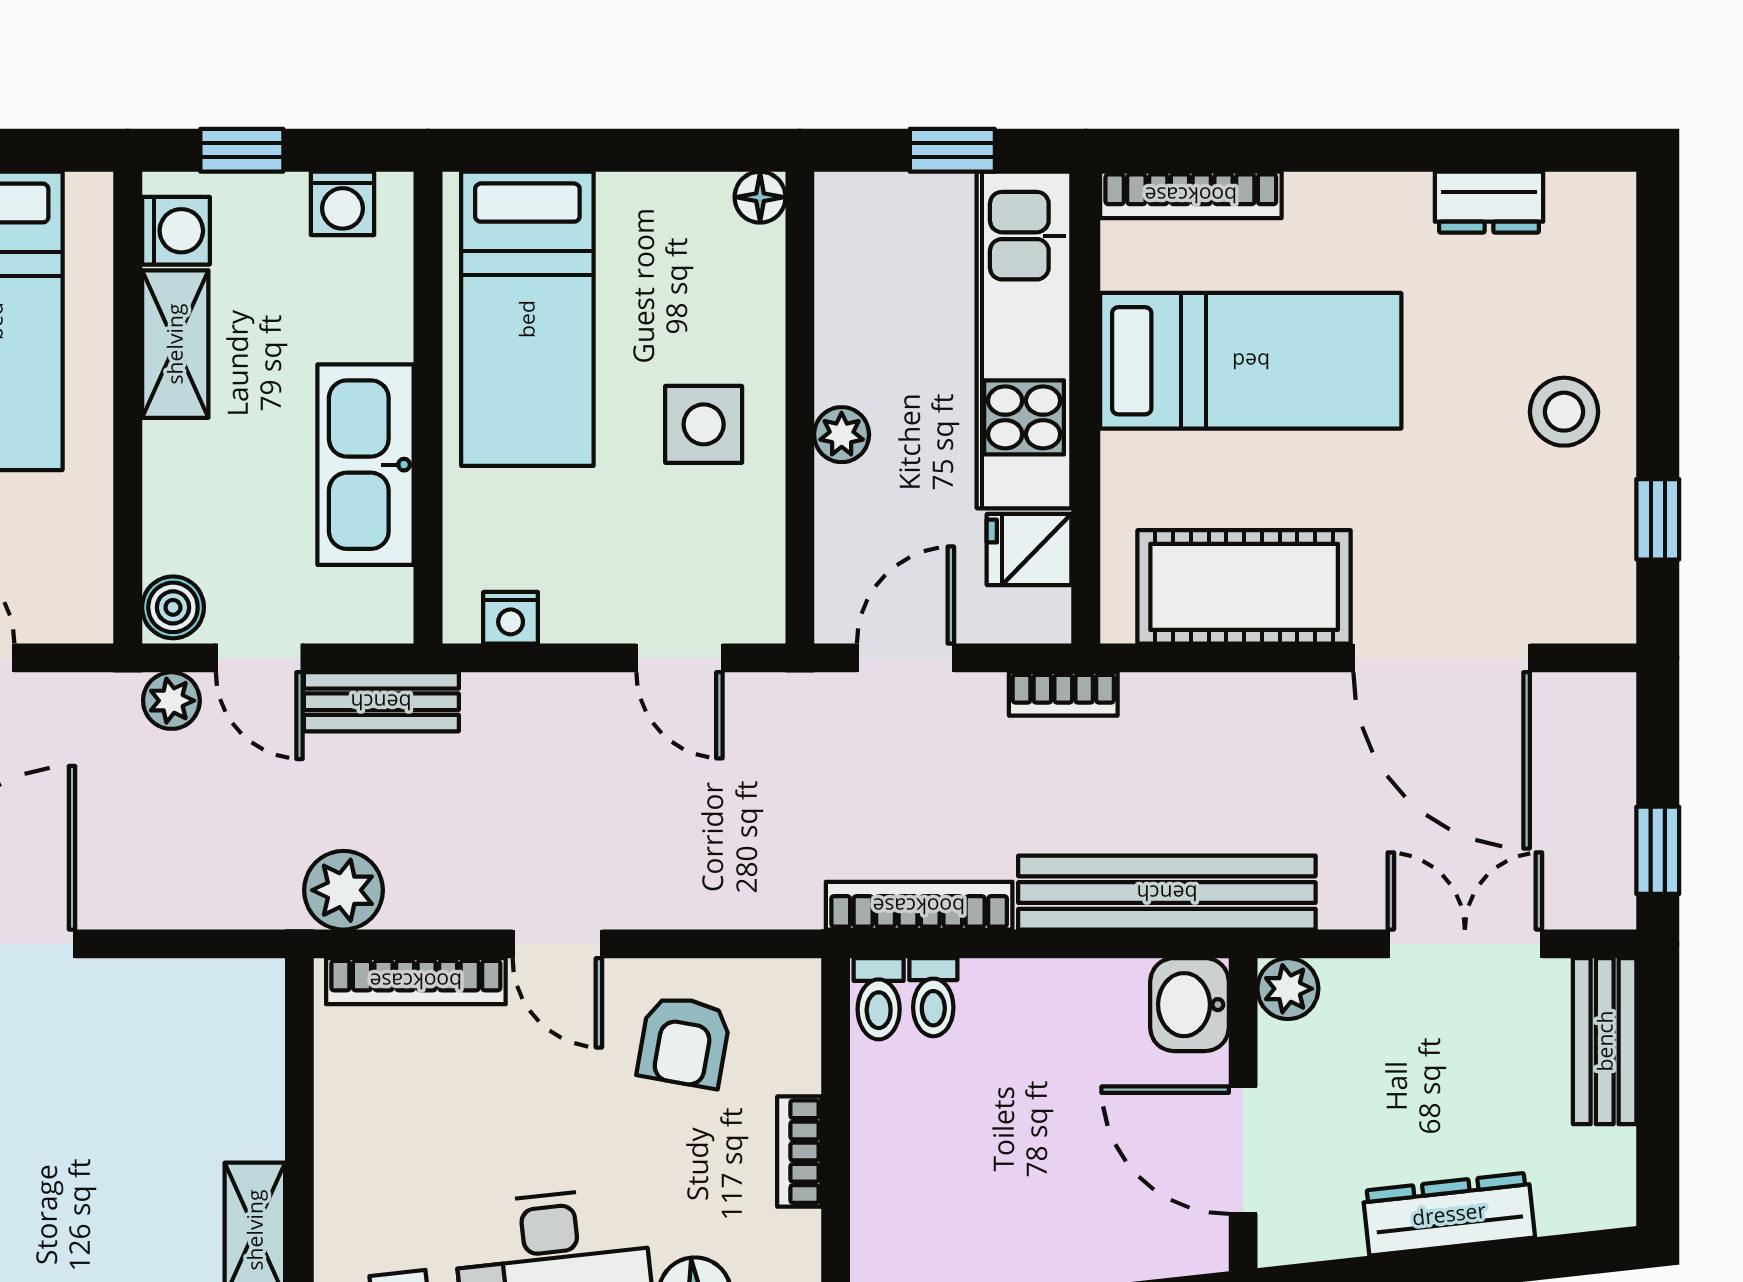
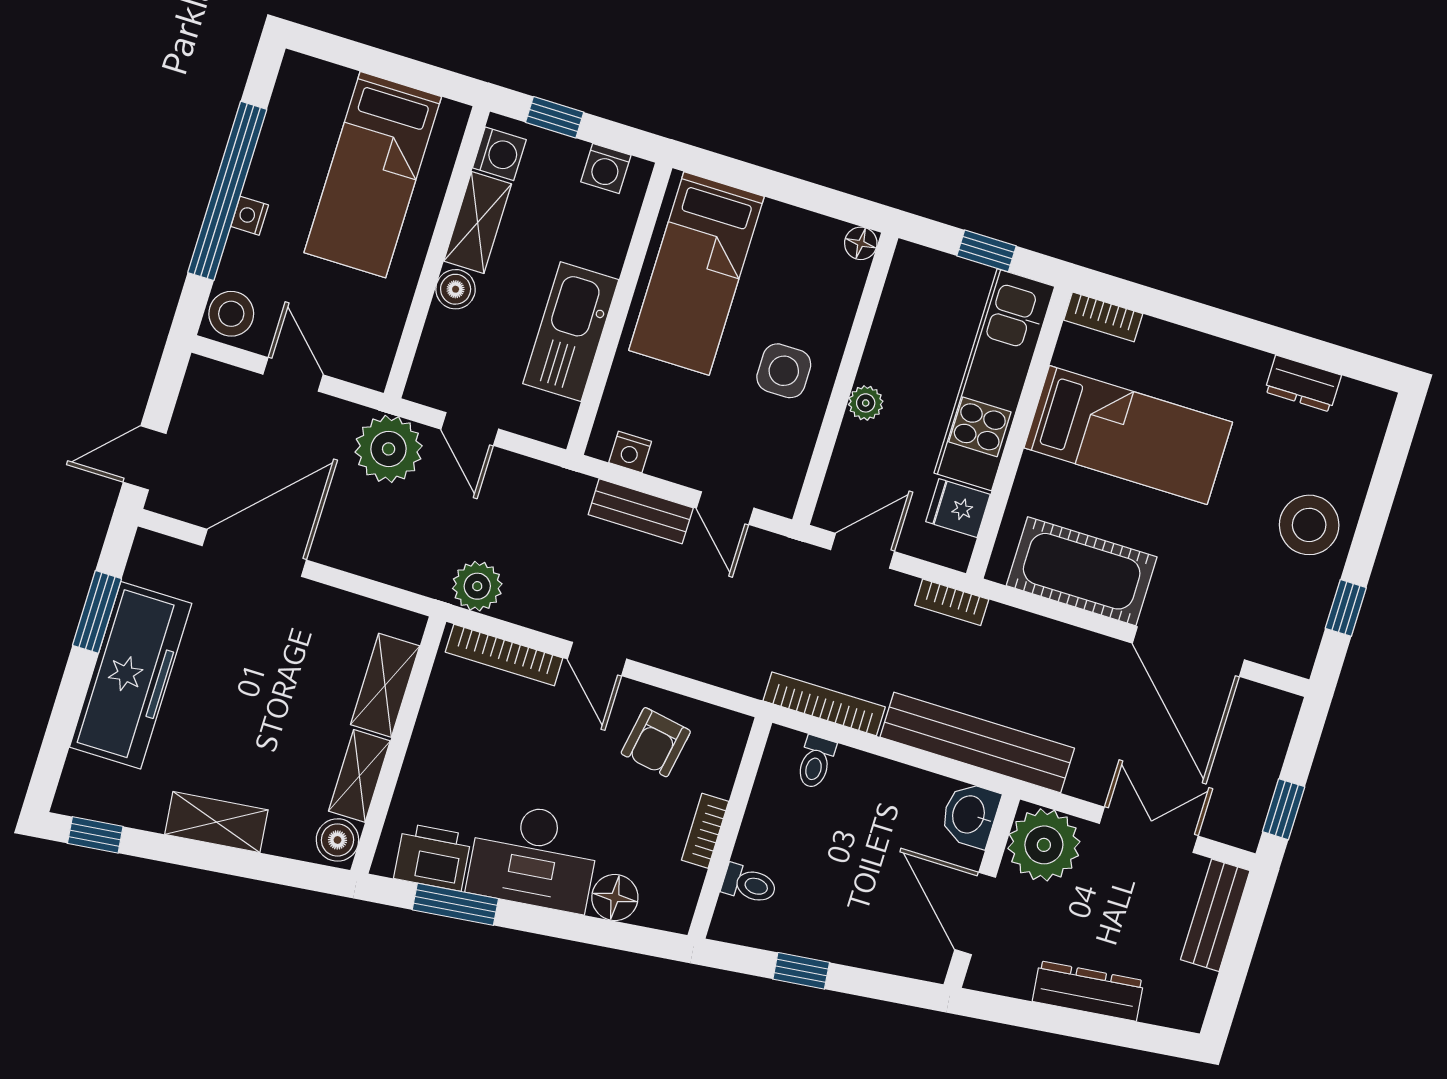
bookcase: (1191, 195) -> (1103, 317), width x0.64
stool: (1564, 412) -> (1309, 525), width x1.38, depth x1.38
boiler: (173, 607) -> (456, 289), moved
plant: (171, 701) -> (389, 449), width x1.88, depth x1.88
bench: (381, 702) -> (641, 511), moved
plant: (1288, 989) -> (1044, 845), width x1.87, depth x1.87
toilet: (879, 999) -> (749, 884), moved, turned -90
shelving: (251, 1082) -> (385, 685), added

